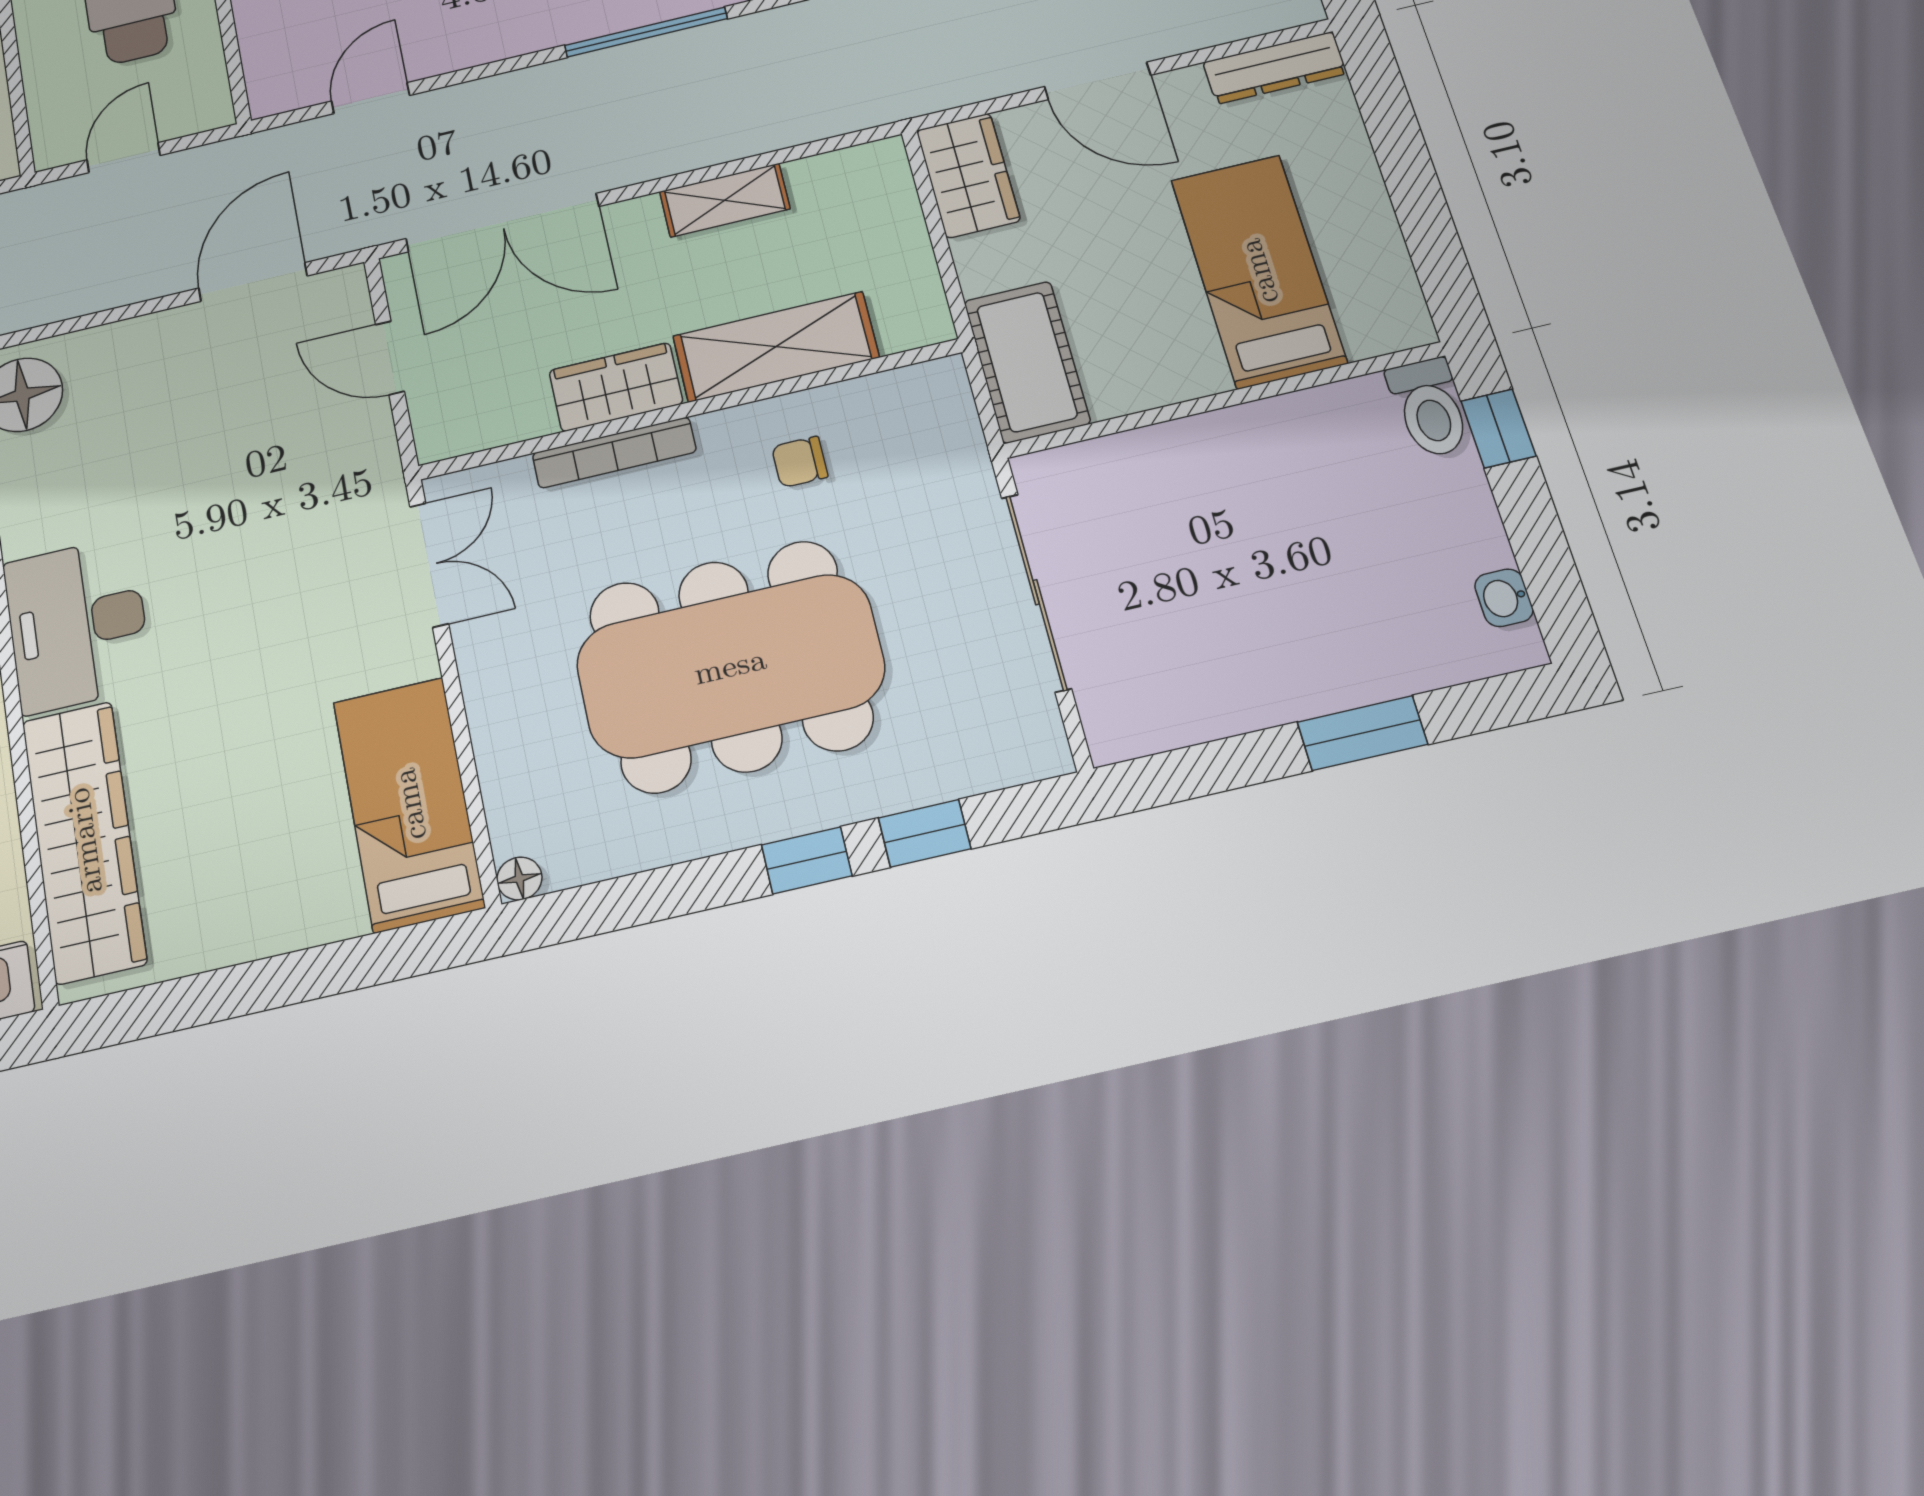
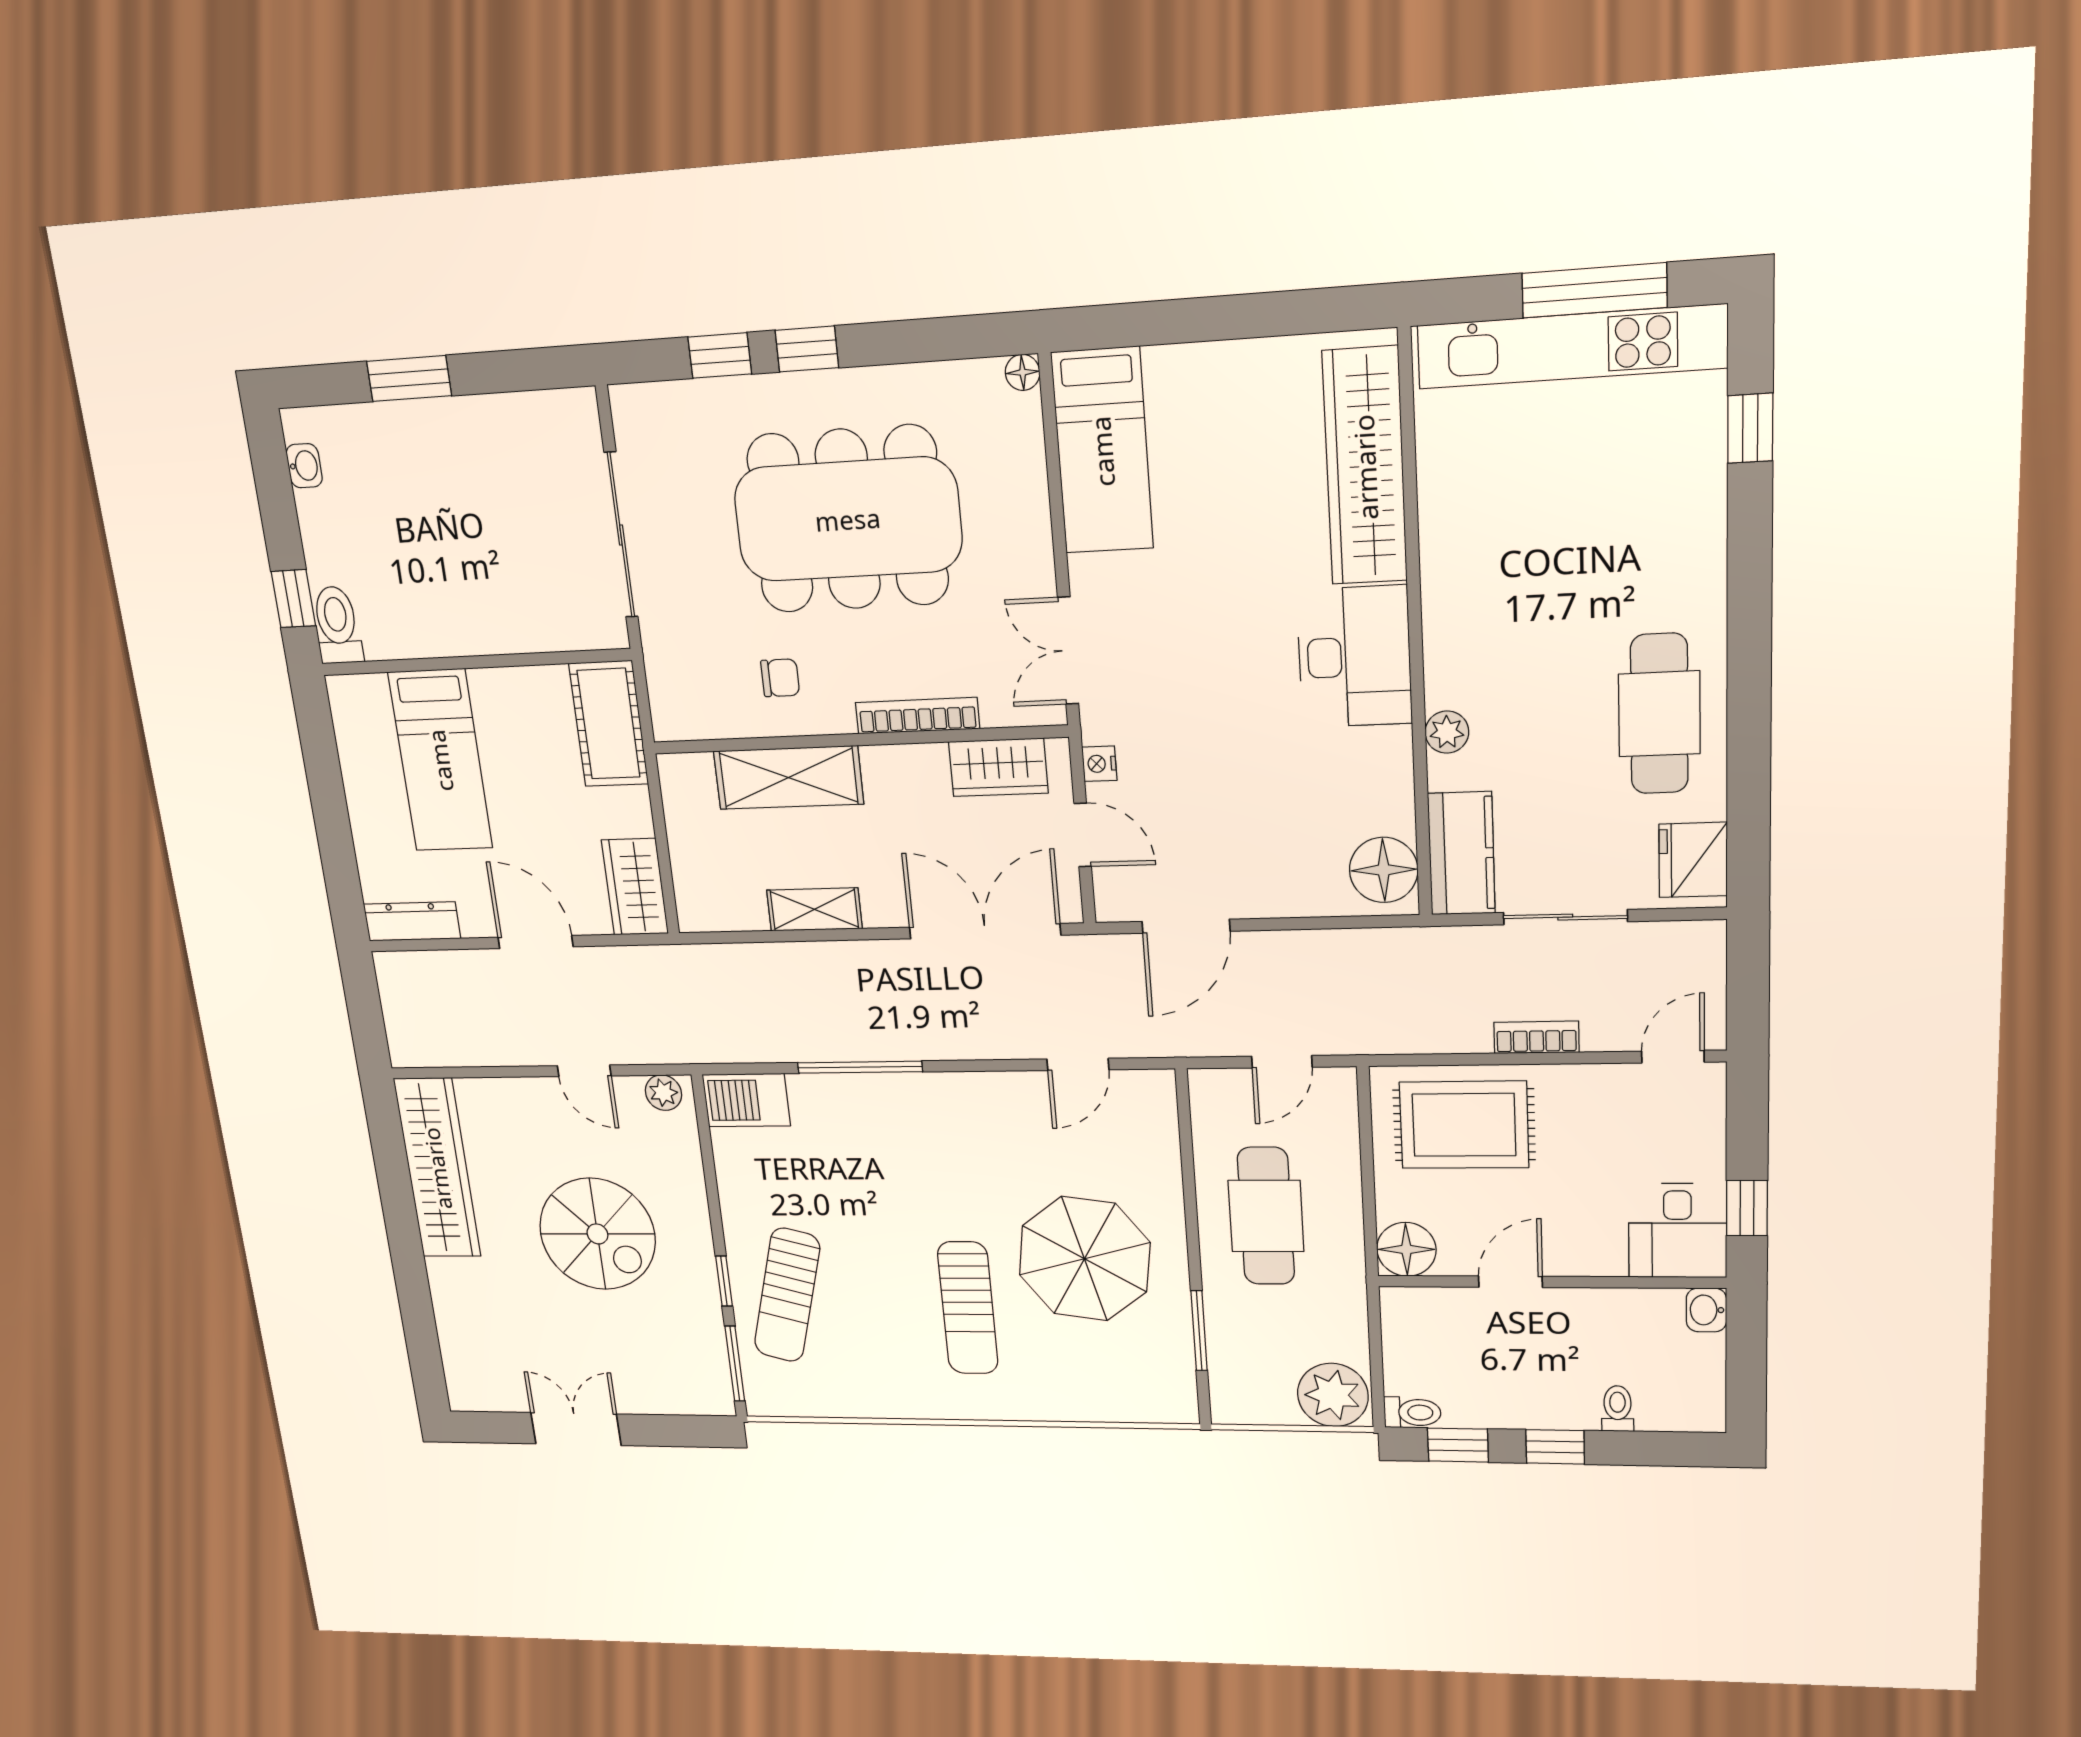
wardrobe: (616, 387) -> (998, 767), moved
nightstand: (377, 443) -> (1099, 764), added

